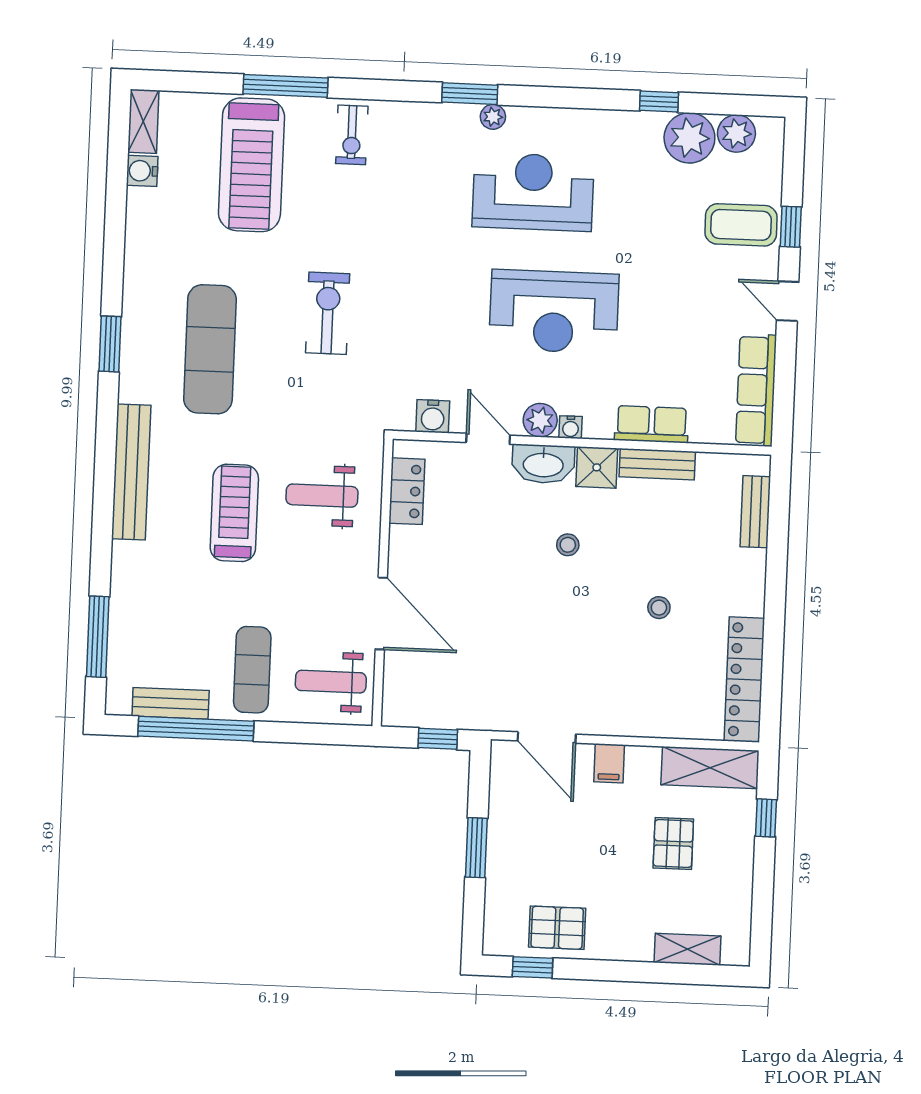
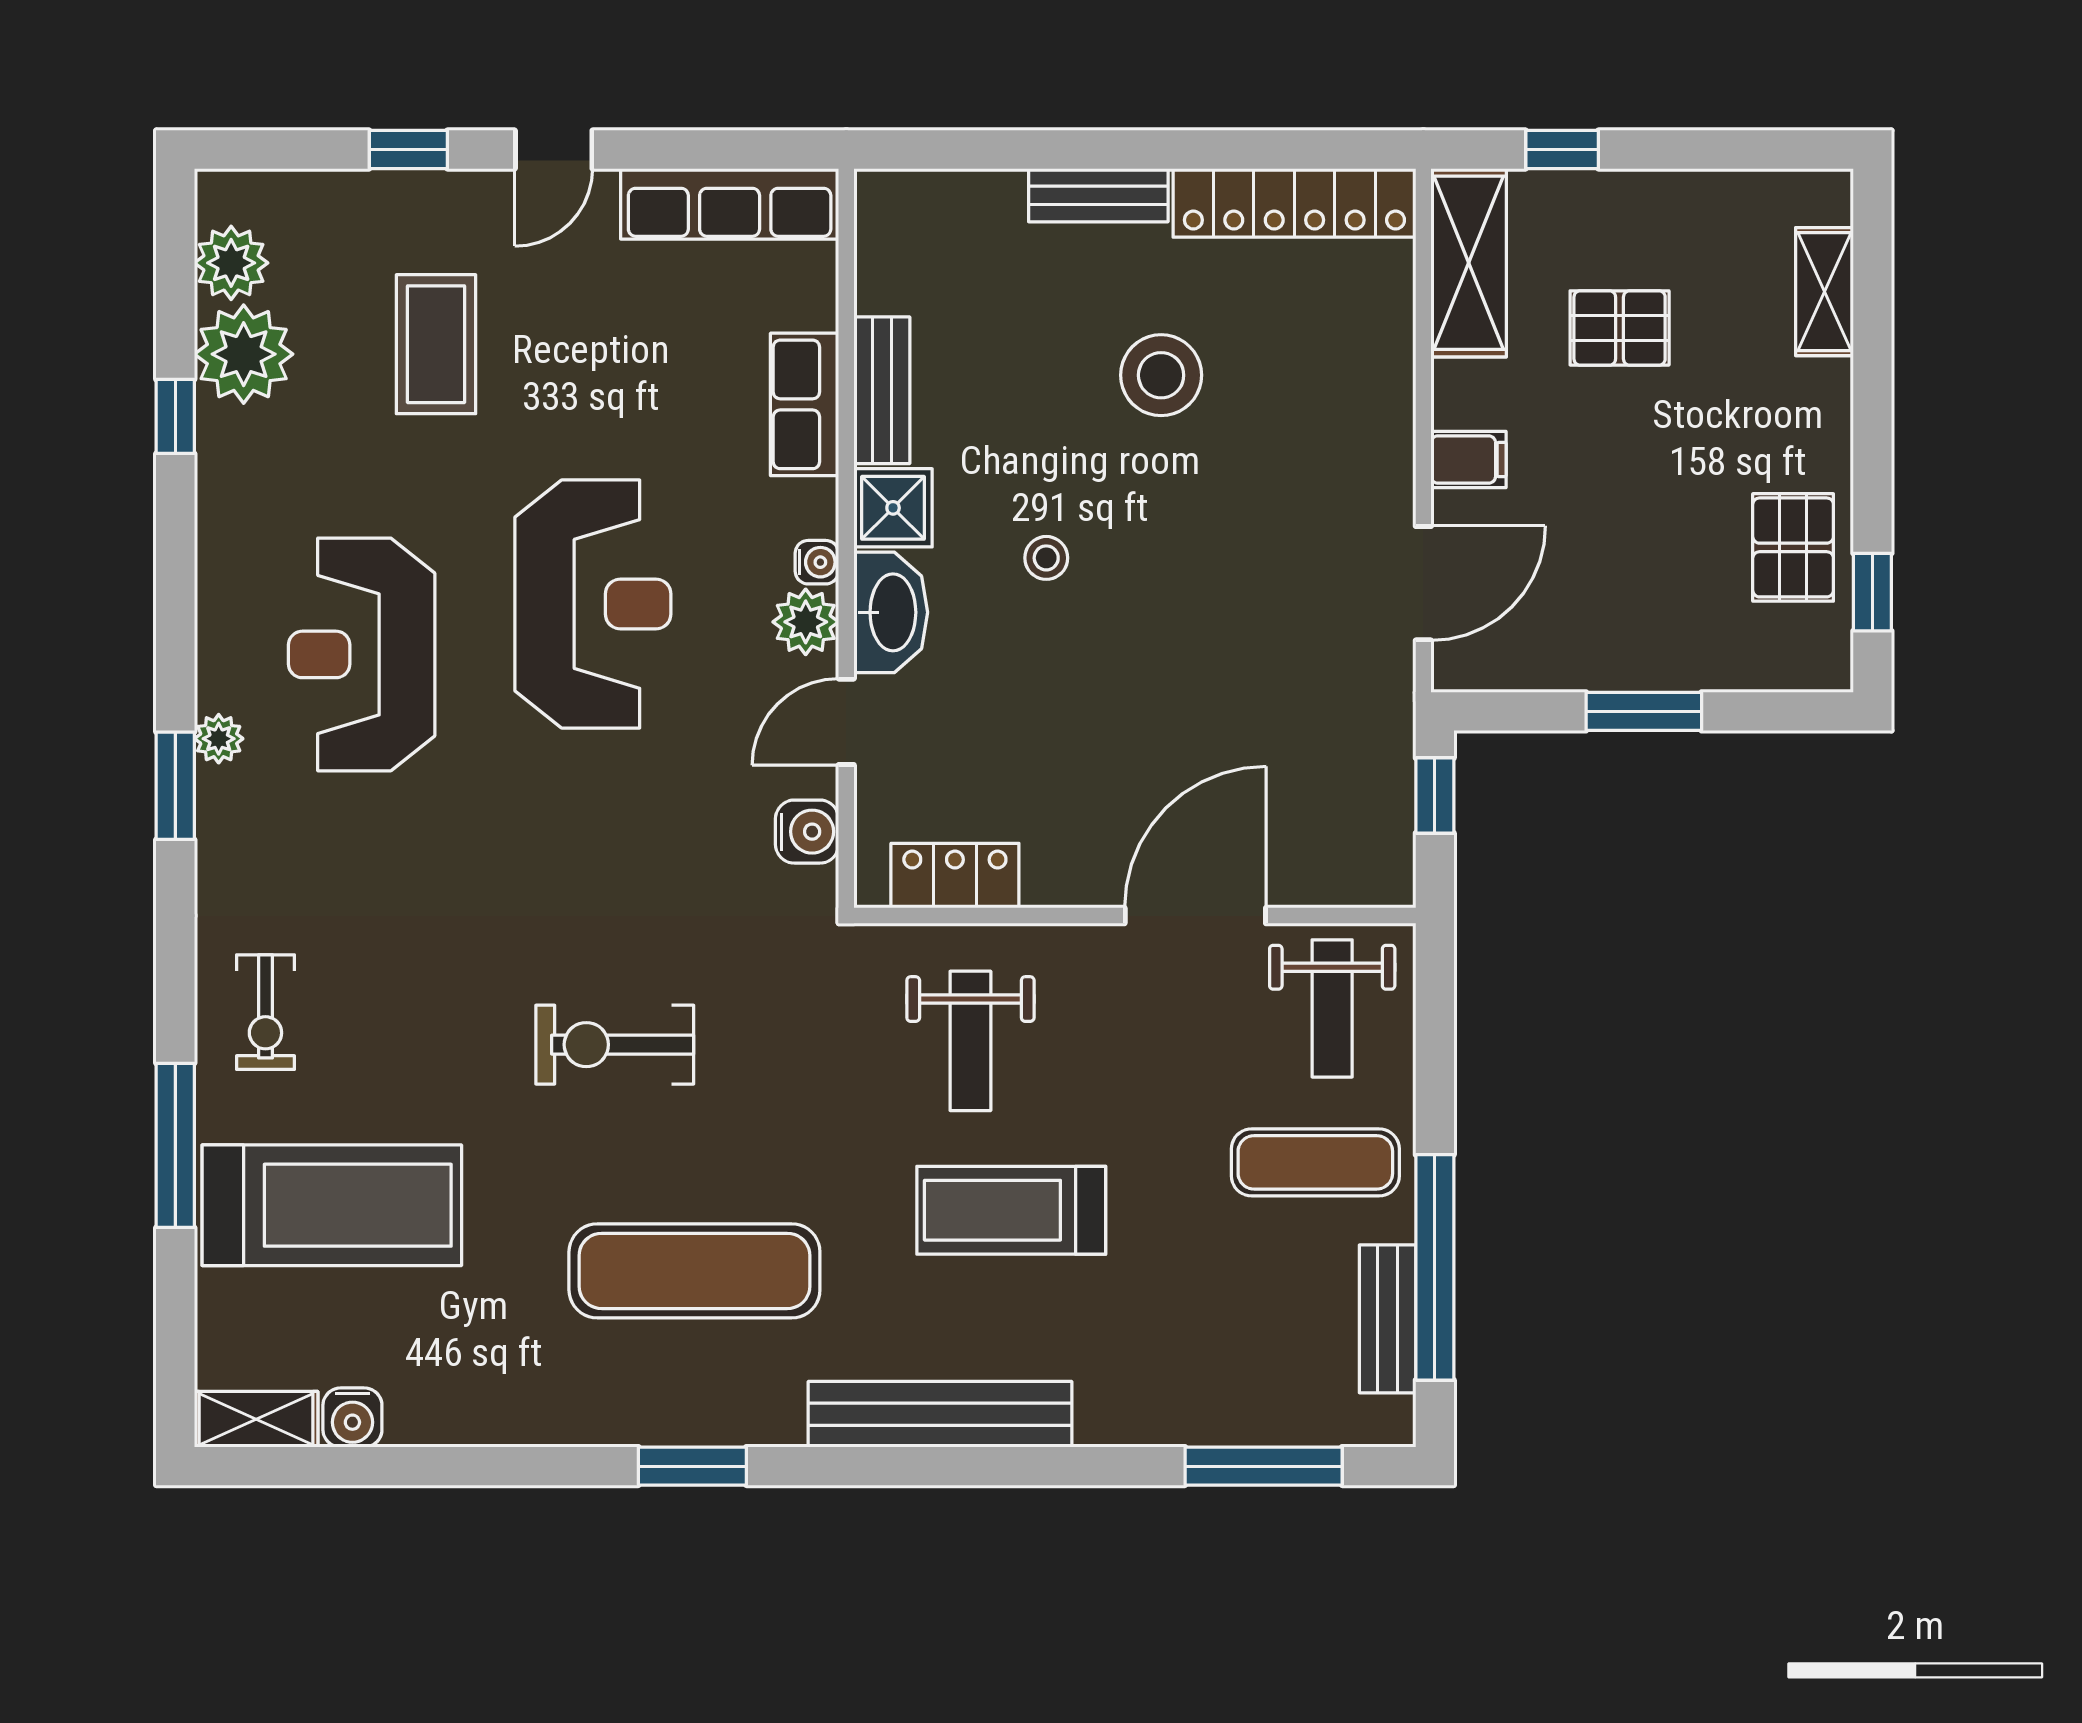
exercise bike: (352, 135) -> (265, 1012), turned 90
coffee table: (741, 225) -> (436, 344), moved
bench: (755, 512) -> (1098, 195), moved
stool: (659, 608) -> (1161, 375), width x1.89, depth x1.89

